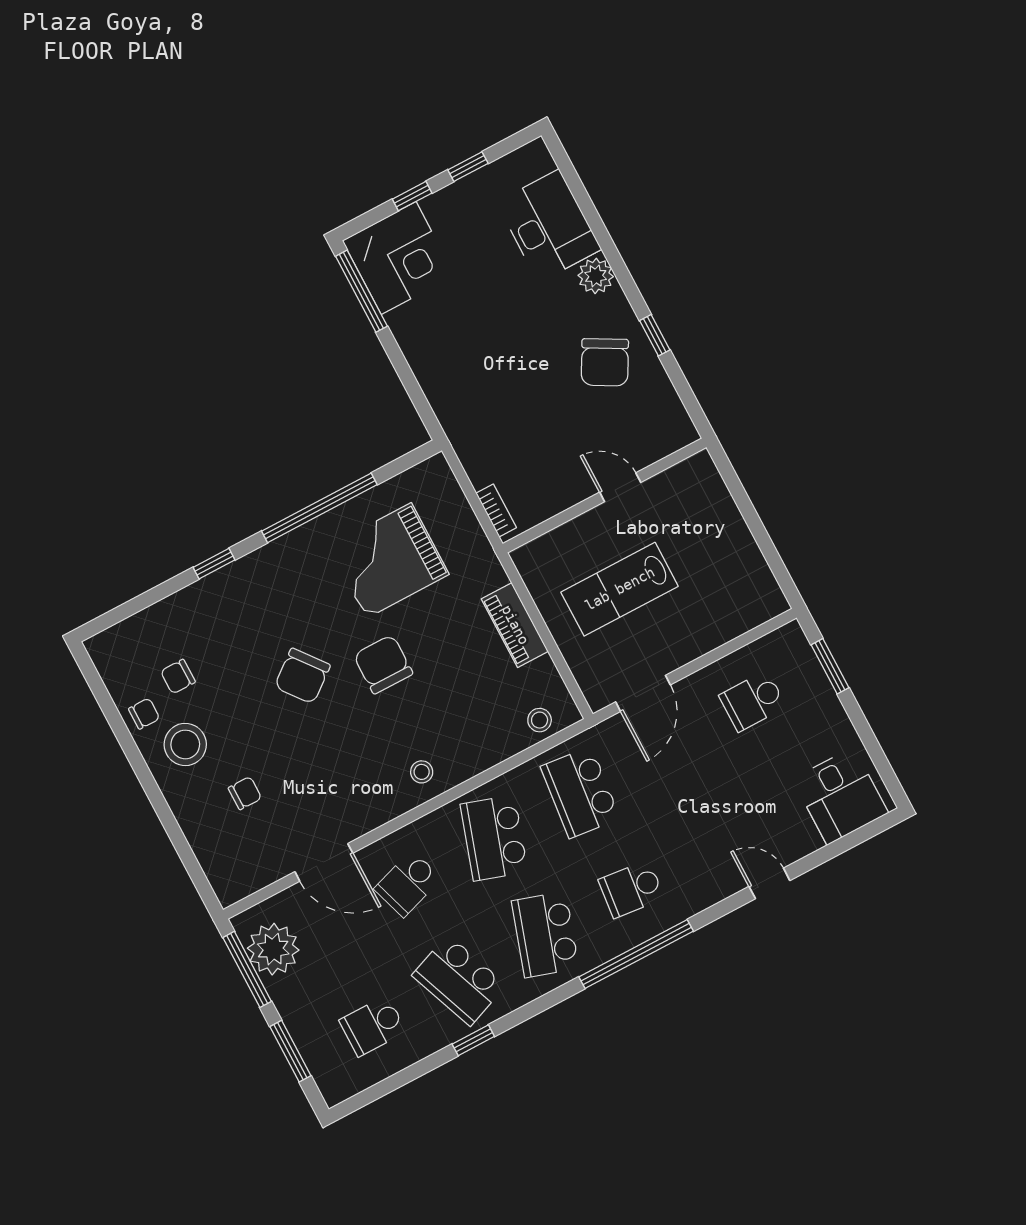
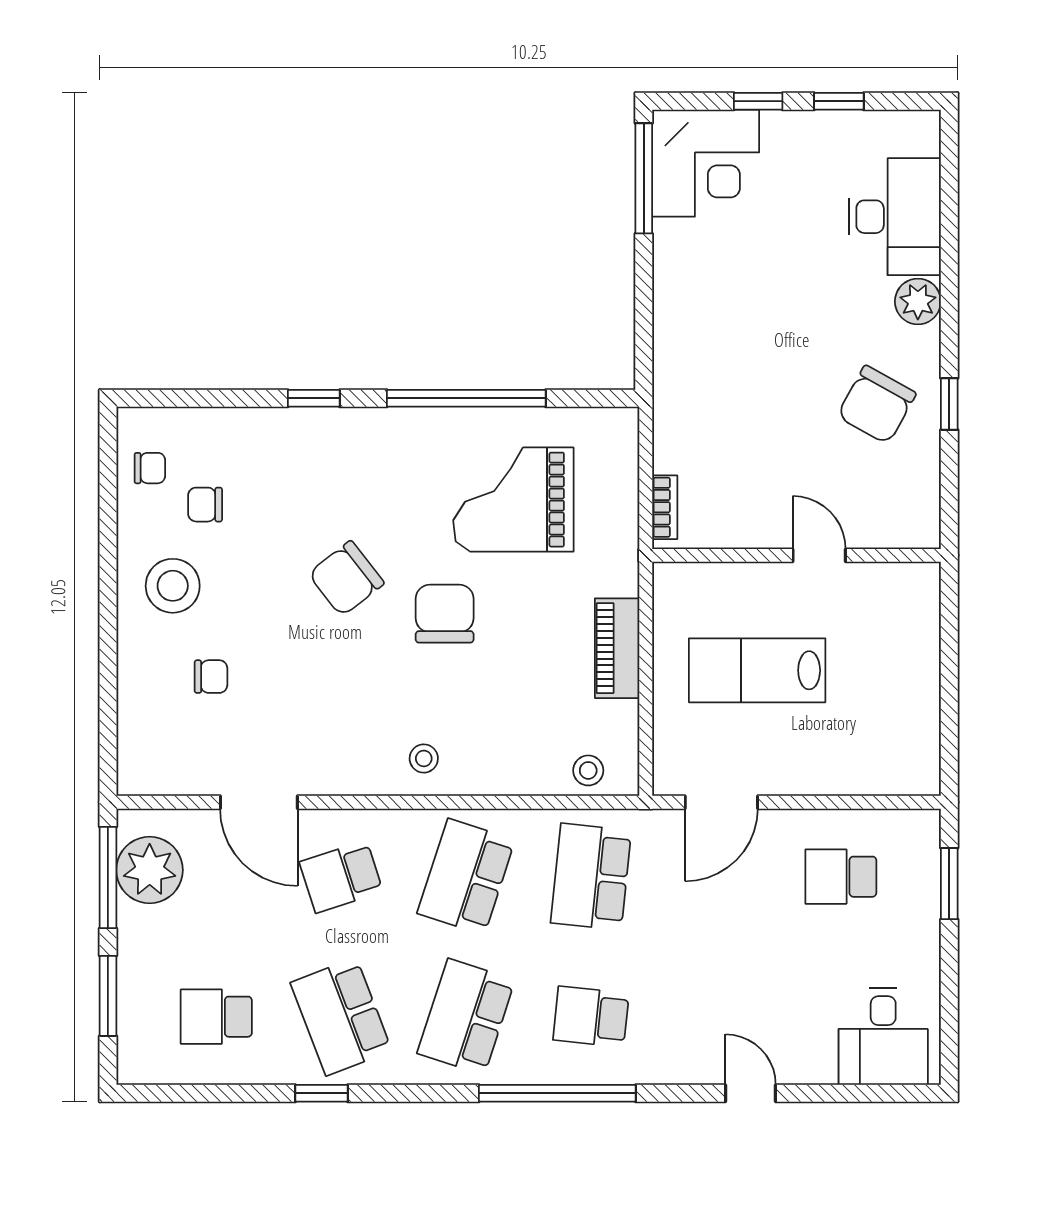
chair: (144, 714) -> (150, 468), moved

